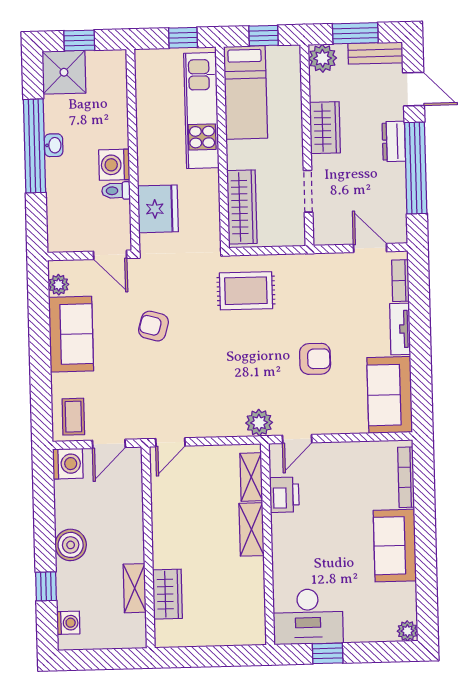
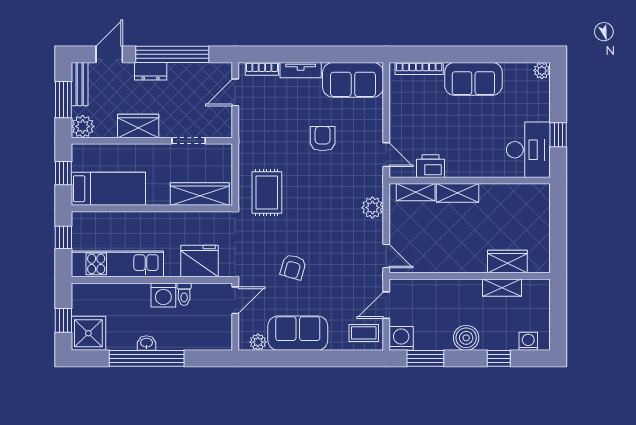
kitchen unit: (201, 111) -> (117, 264), moved, turned 180
plant: (259, 423) -> (372, 208), moved
door: (109, 444) -> (386, 305), swing flipped
window: (44, 495) -> (425, 358), added

